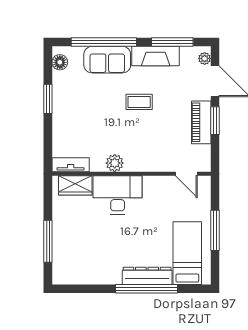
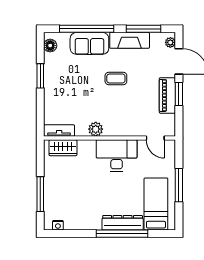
desk: (118, 195) -> (117, 156), moved
nightstand: (69, 279) -> (58, 225), added

